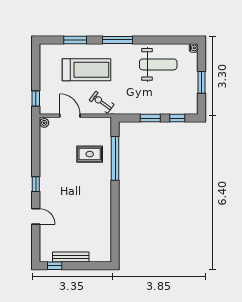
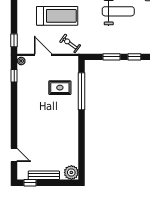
window: (36, 184) -> (14, 76), moved
door: (36, 216) -> (14, 155), moved
plant: (103, 254) -> (71, 172), added

